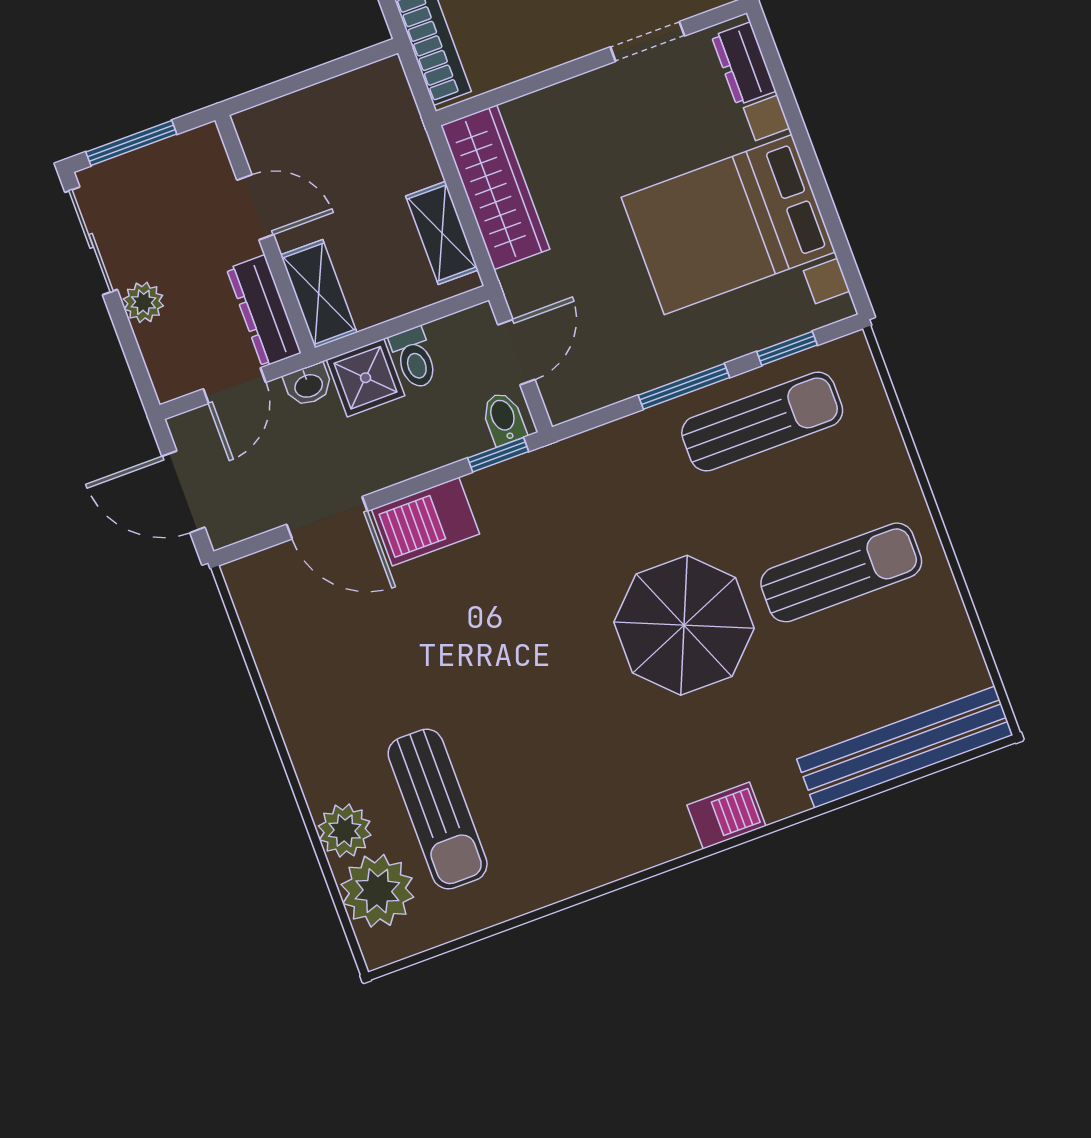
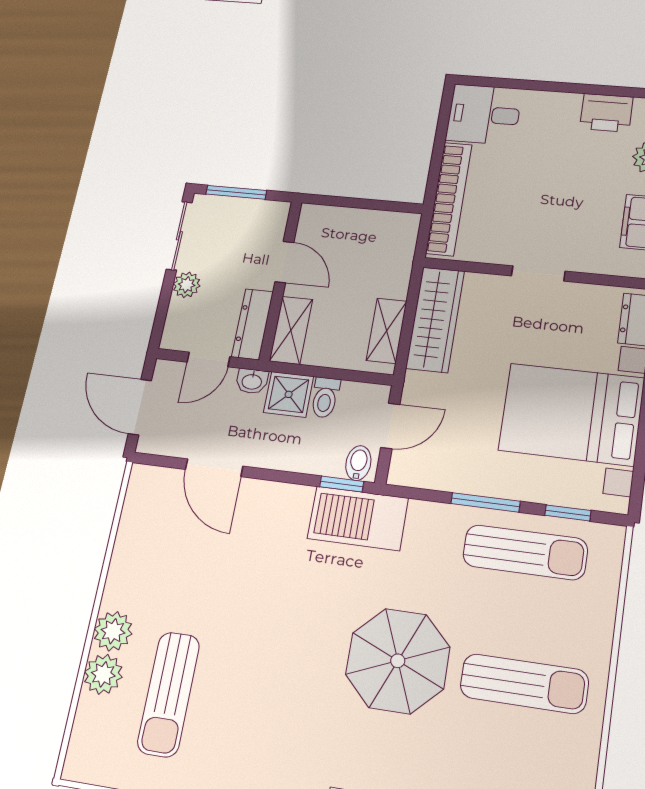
doorway: (647, 41) -> (538, 273), moved
barbecue: (425, 522) -> (358, 518), moved, width x1.37, depth x1.21
plant: (377, 891) -> (113, 631), moved, width x0.73, depth x0.73

